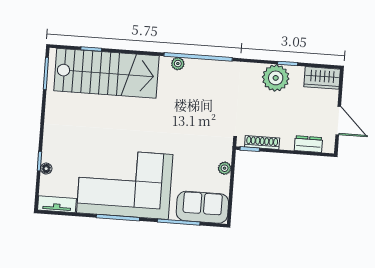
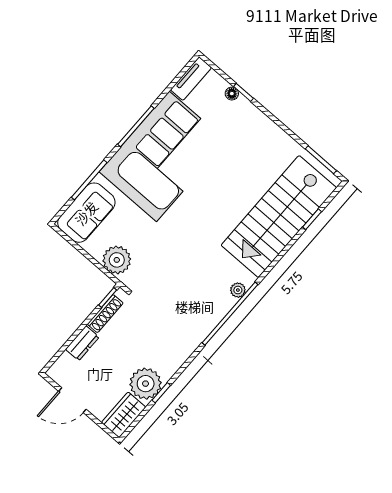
plant: (276, 78) -> (146, 384), moved
dresser: (308, 144) -> (82, 343), moved
plant: (225, 168) -> (117, 260), width x1.88, depth x1.88

